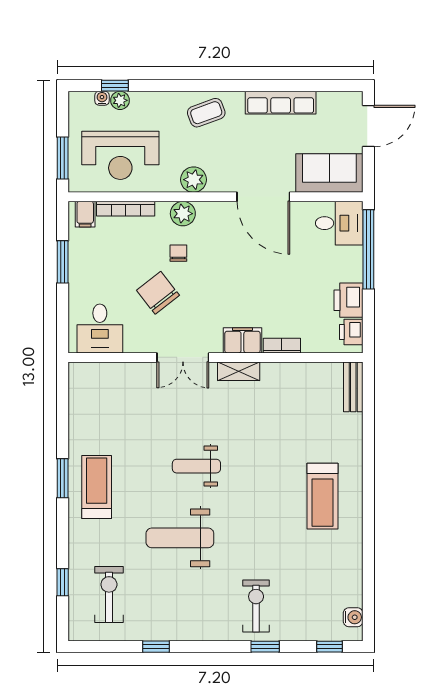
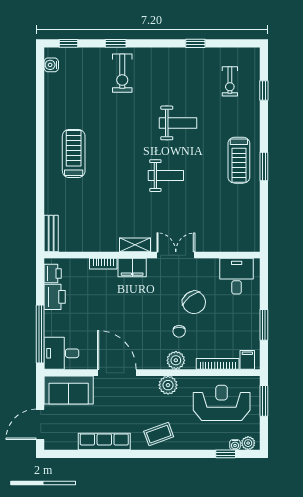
plant: (120, 100) -> (248, 443), moved
weight bench: (180, 538) -> (178, 123), width x0.73, depth x0.75
exercise bike: (109, 595) -> (230, 81), width x0.73, depth x0.72

